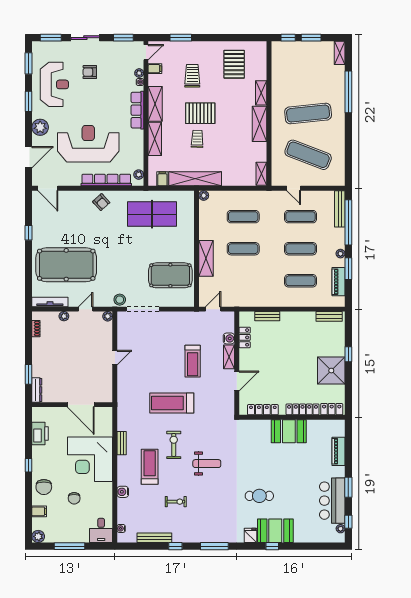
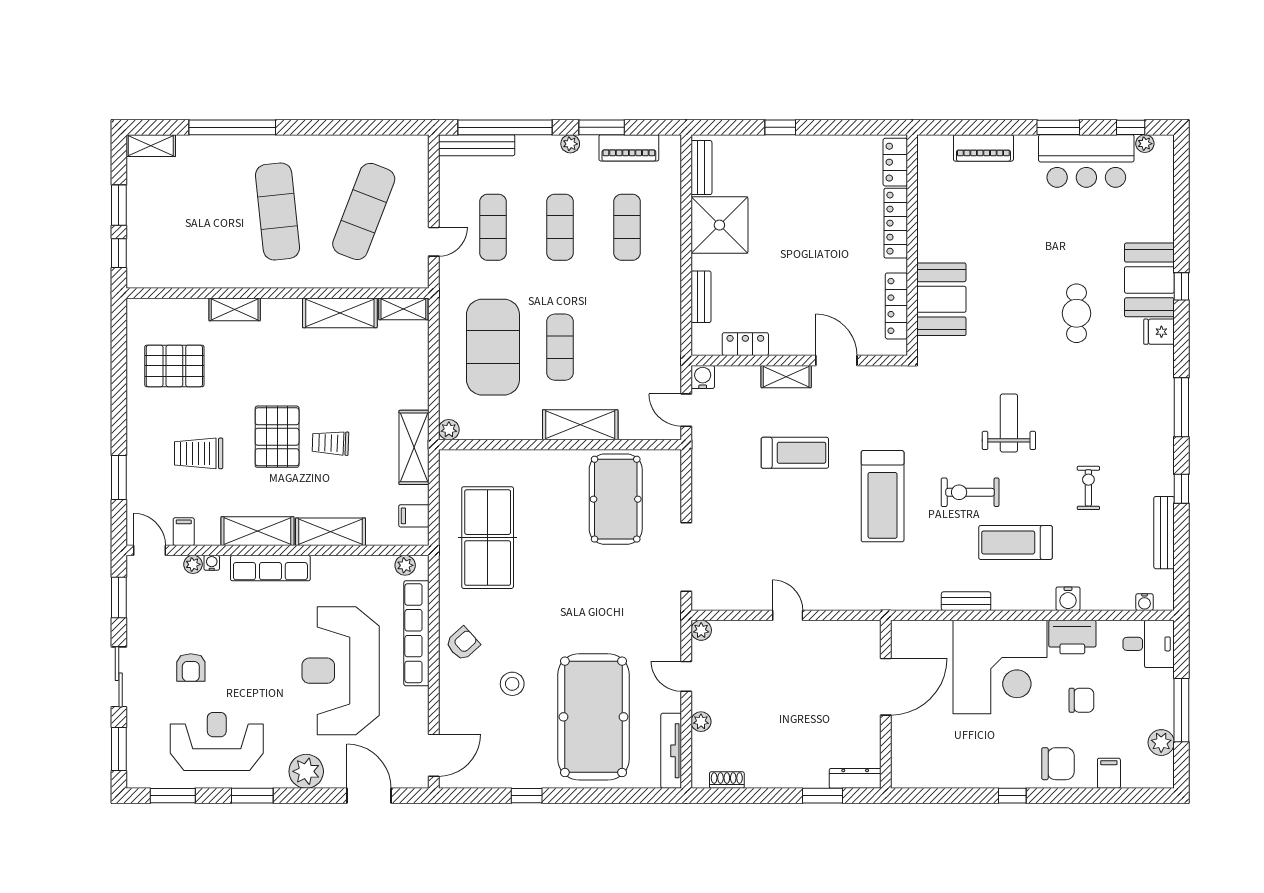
shelving: (260, 124) -> (340, 313), moved
shelving: (195, 179) -> (414, 447), width x0.68
exercise mat: (243, 217) -> (493, 347), width x2.00, depth x1.45
stool: (120, 300) -> (512, 684), moved
water cooler: (229, 338) -> (703, 377), moved
shower: (331, 371) -> (719, 225), moved
booth: (289, 431) -> (941, 299), moved
printer: (40, 434) -> (1072, 637), moved, turned 180
plant: (38, 536) -> (1161, 743), moved

